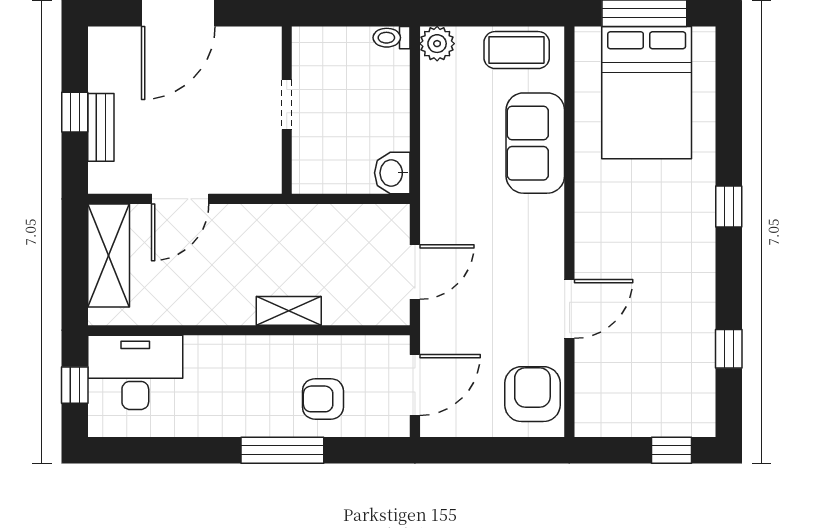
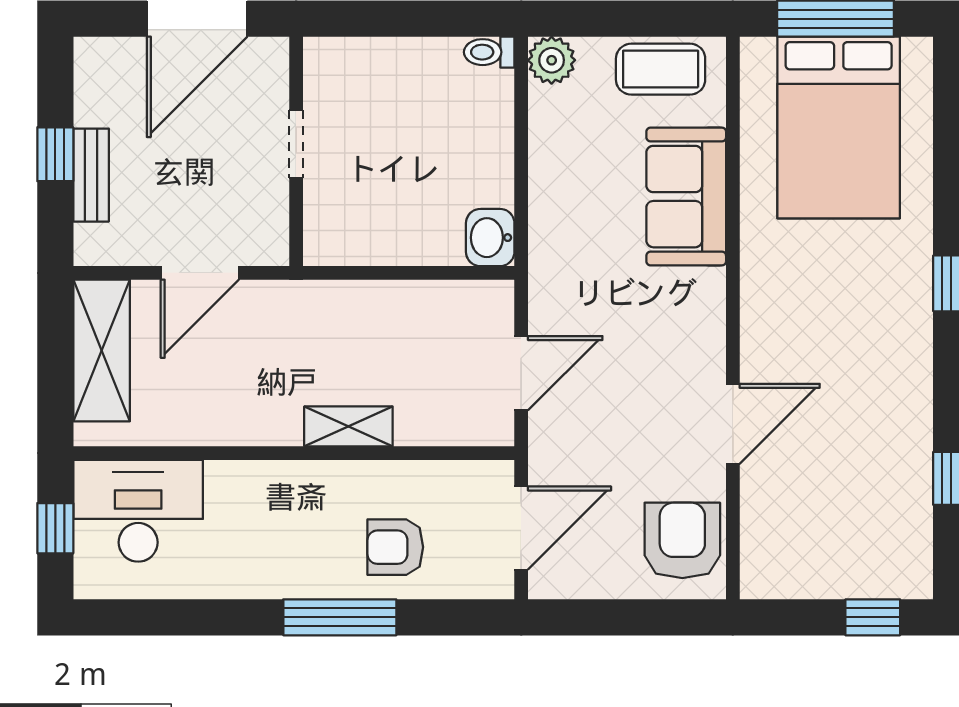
doorway: (287, 105) -> (296, 144), moved
wall: (287, 110) -> (296, 151), moved

